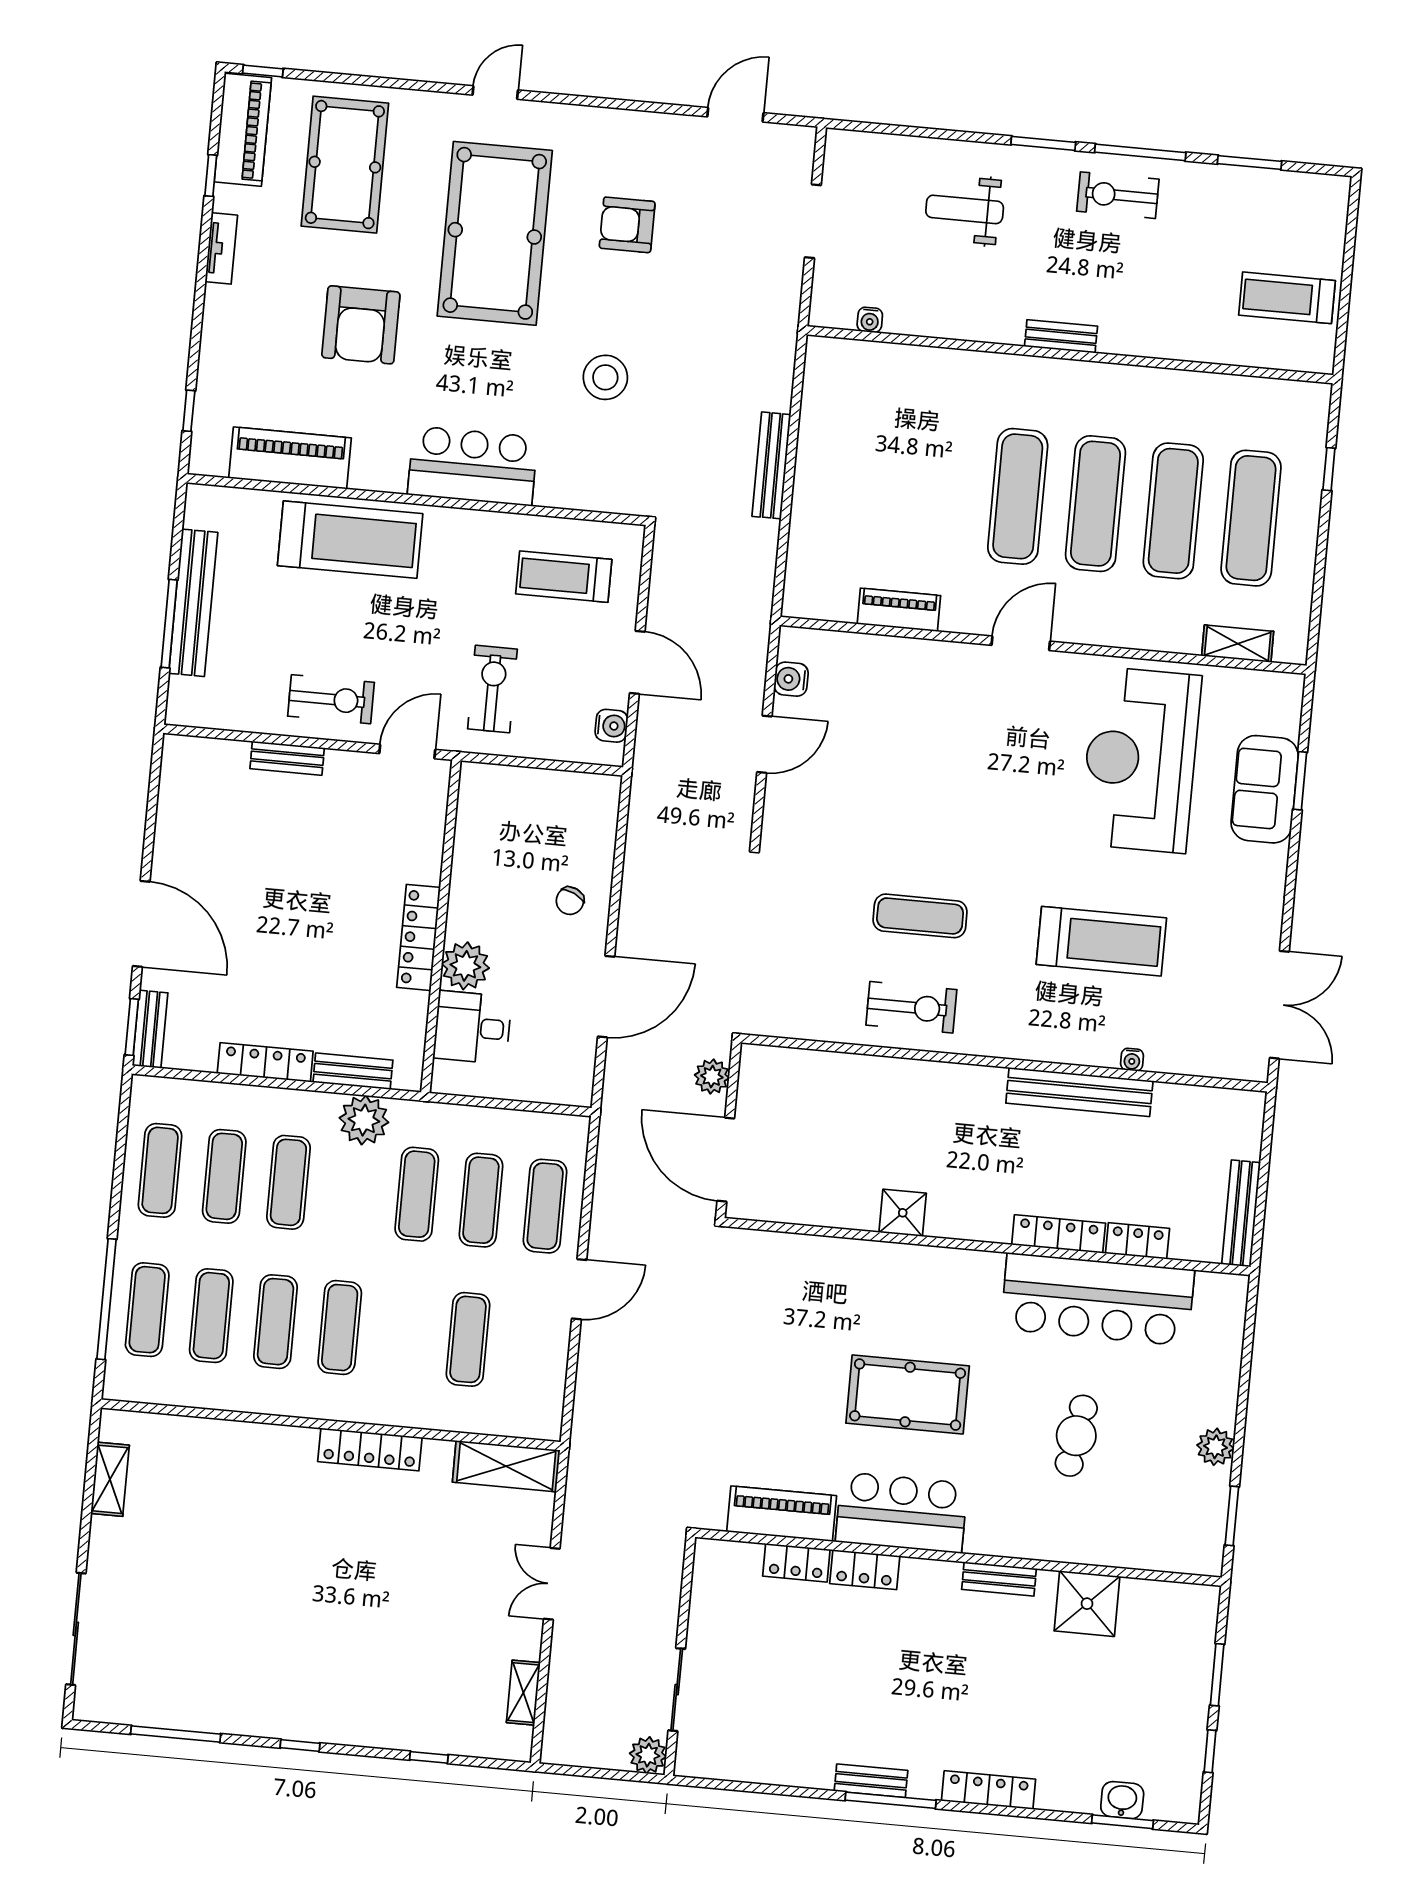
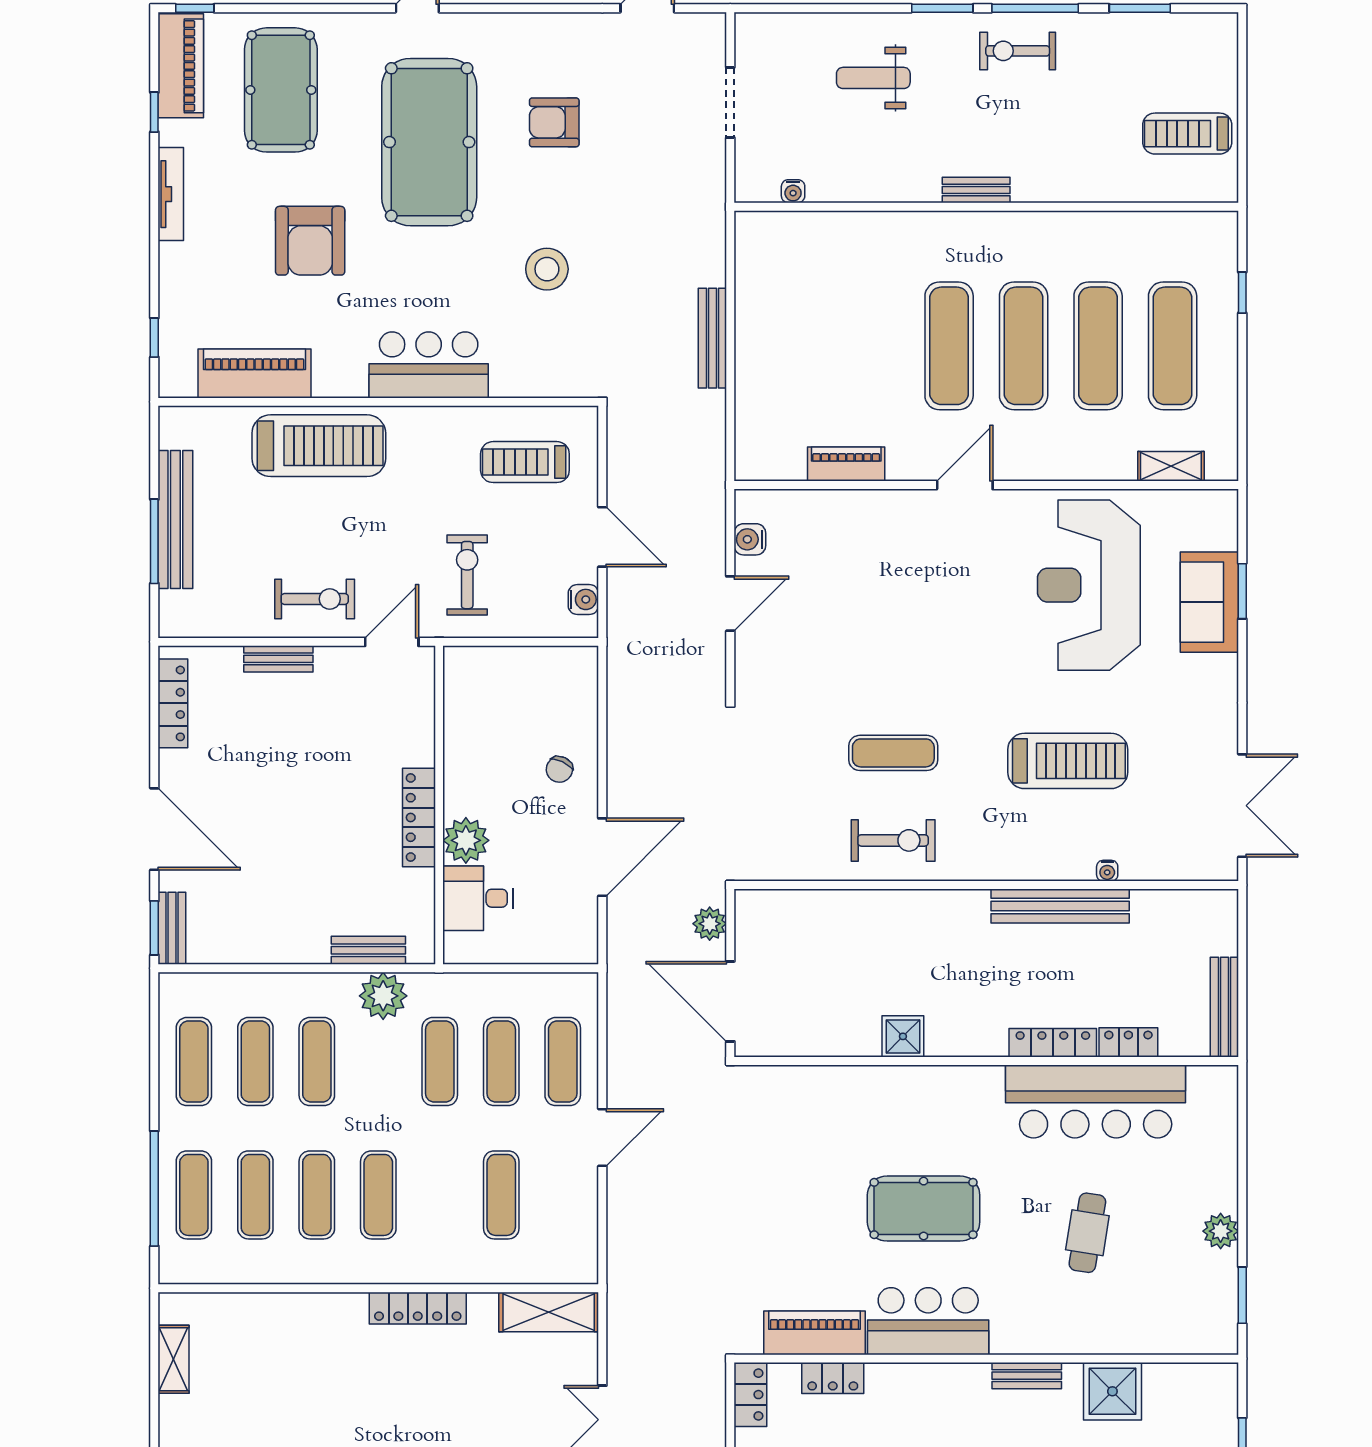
tv unit: (221, 248) -> (171, 194), width x1.41
locker: (265, 1062) -> (173, 703), moved, turned 90
locker: (865, 1570) -> (750, 1395), moved, turned -90

